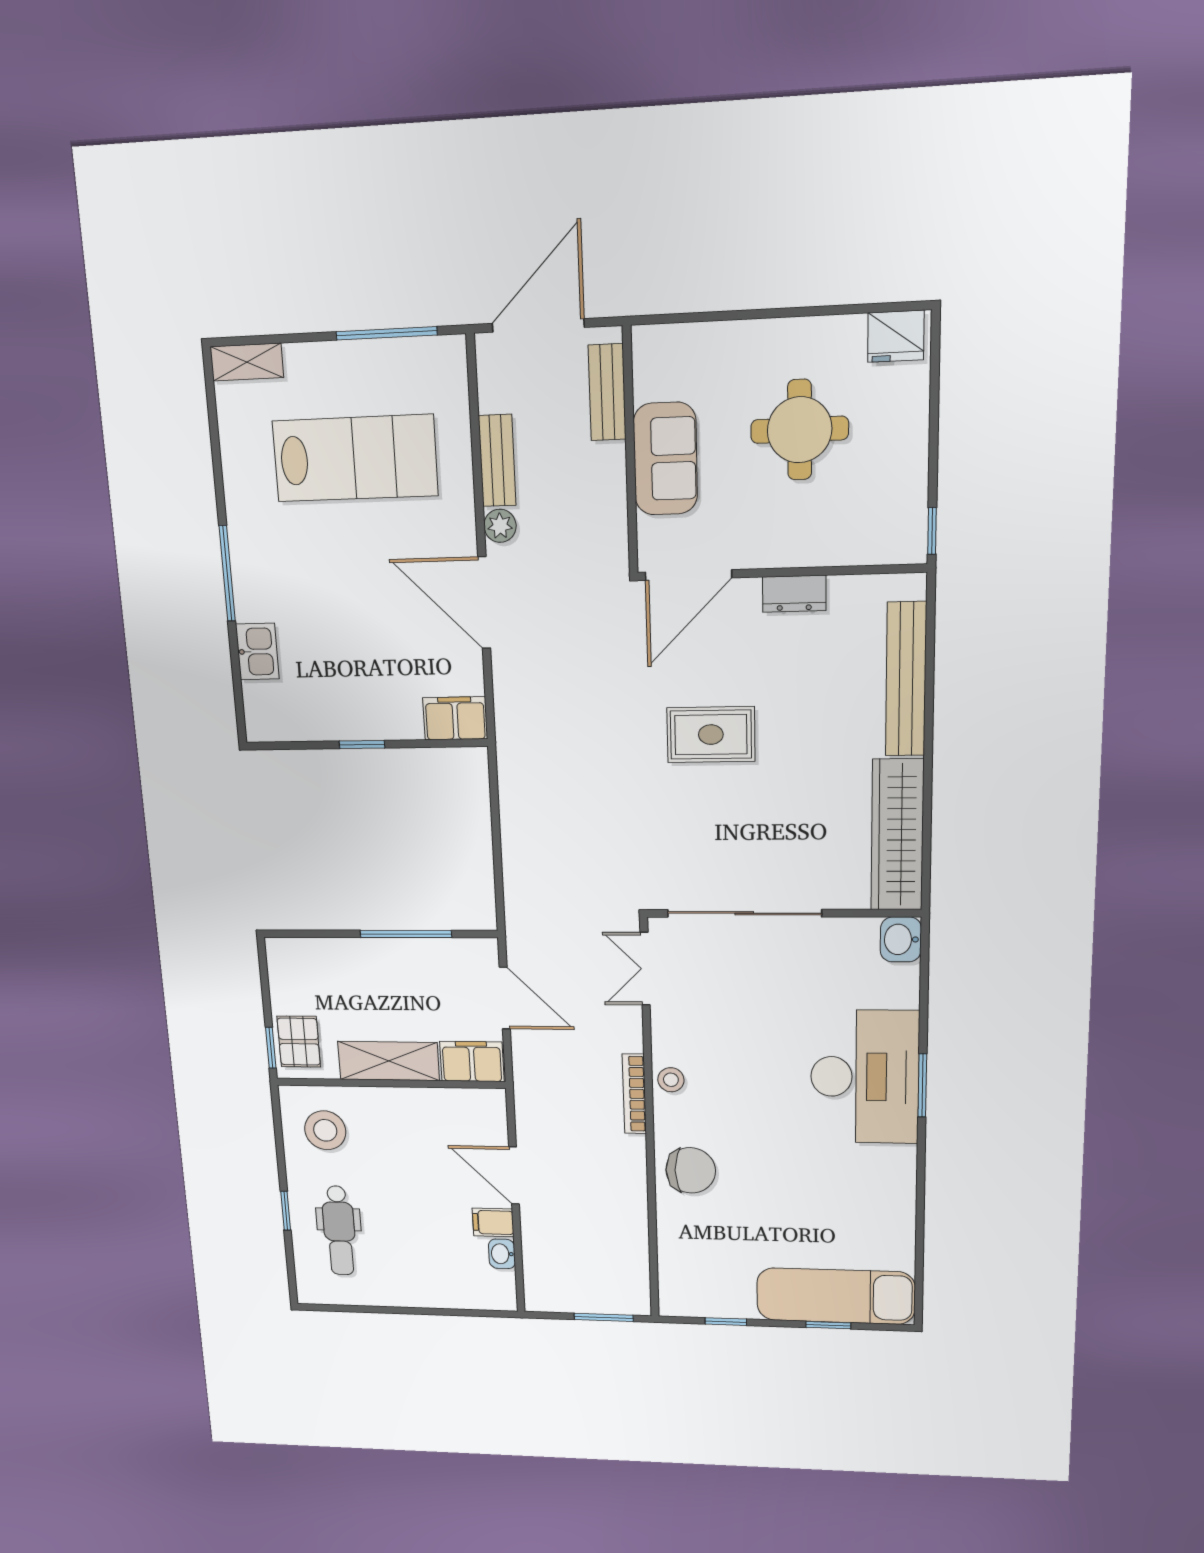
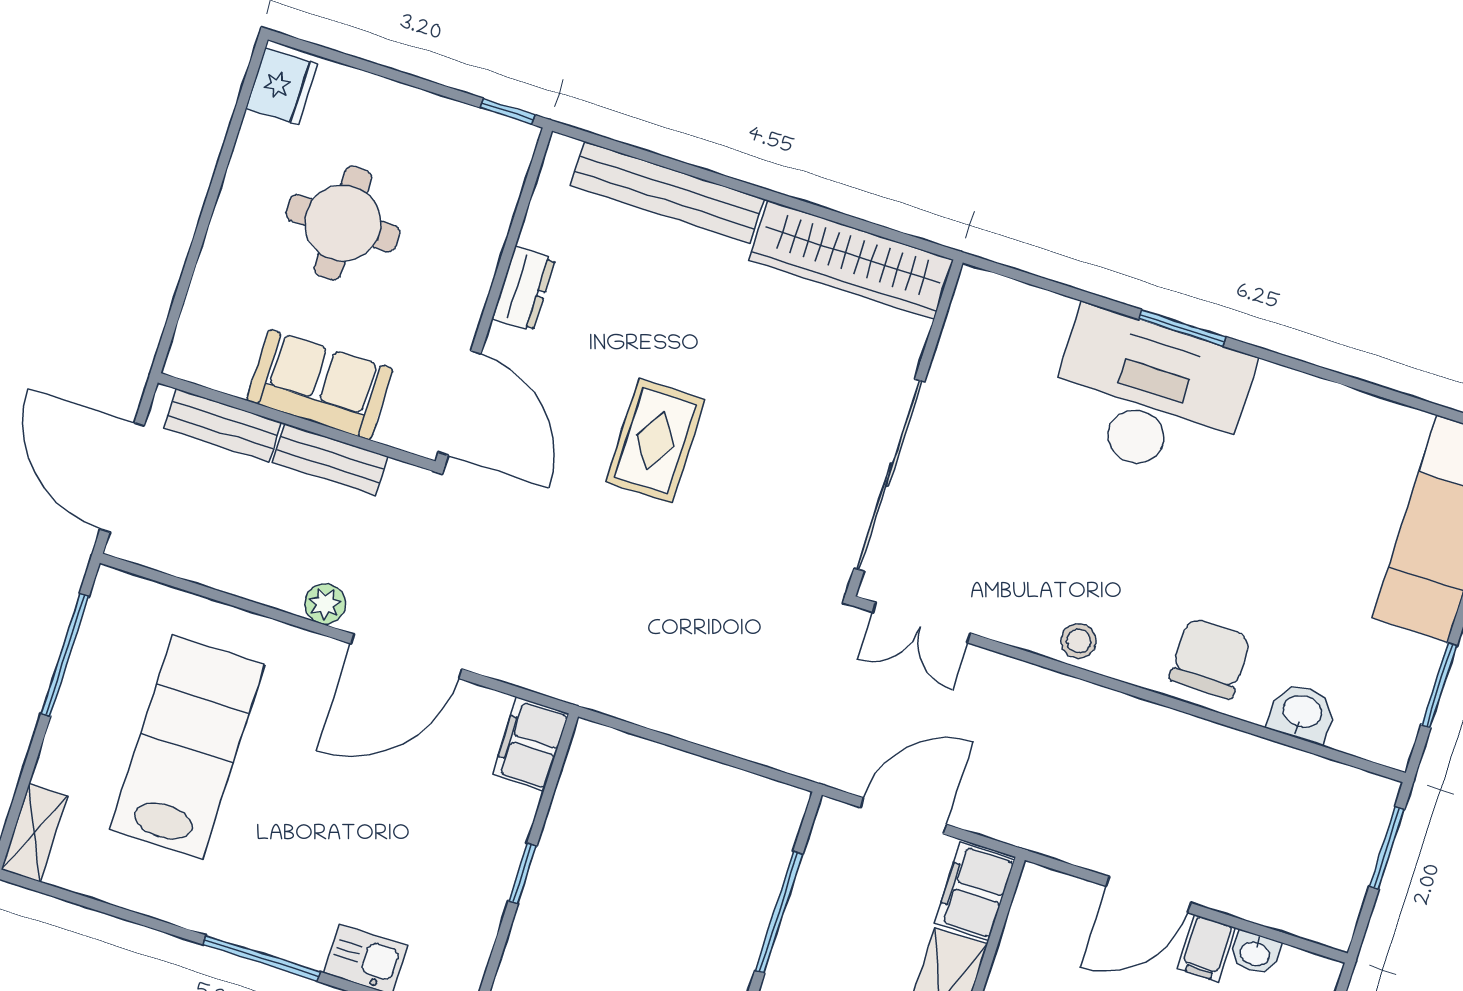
bench: (497, 461) -> (330, 459), moved
washbasin: (901, 939) -> (1302, 713), moved, turned 180
bookcase: (634, 1094) -> (1083, 695), removed
window: (726, 1322) -> (1439, 685), width x1.50

